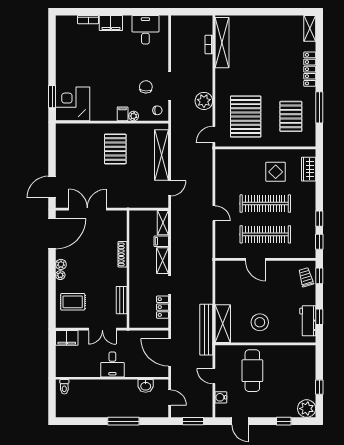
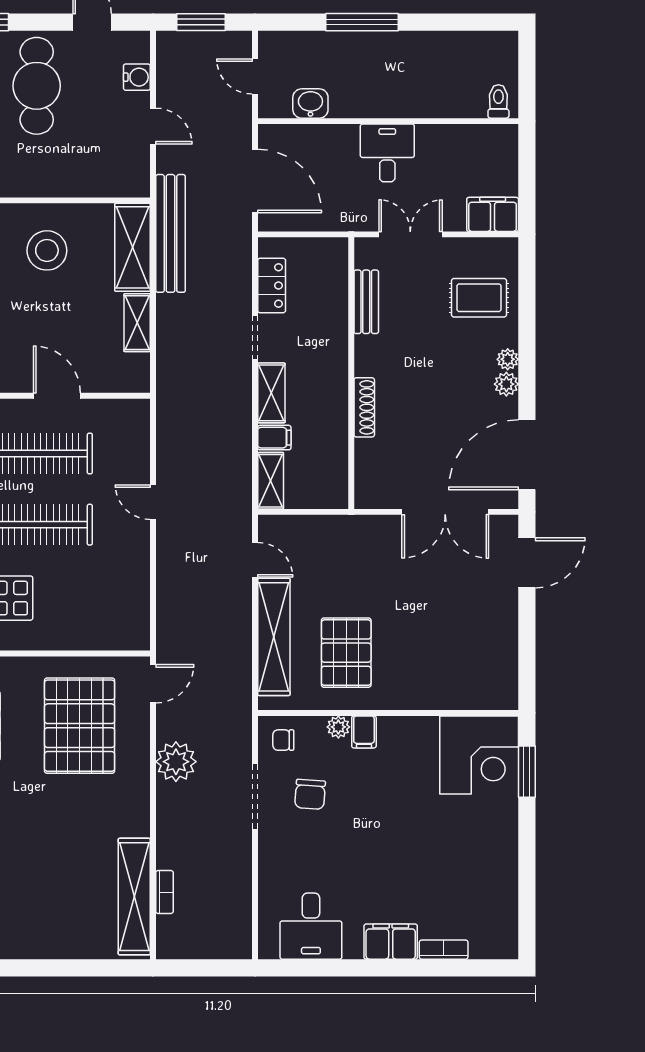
pallet: (115, 149) -> (346, 653), moved
door: (170, 188) -> (255, 560), swing flipped
shelving: (221, 291) -> (137, 323), added
cafe table: (252, 371) -> (37, 86), moved

